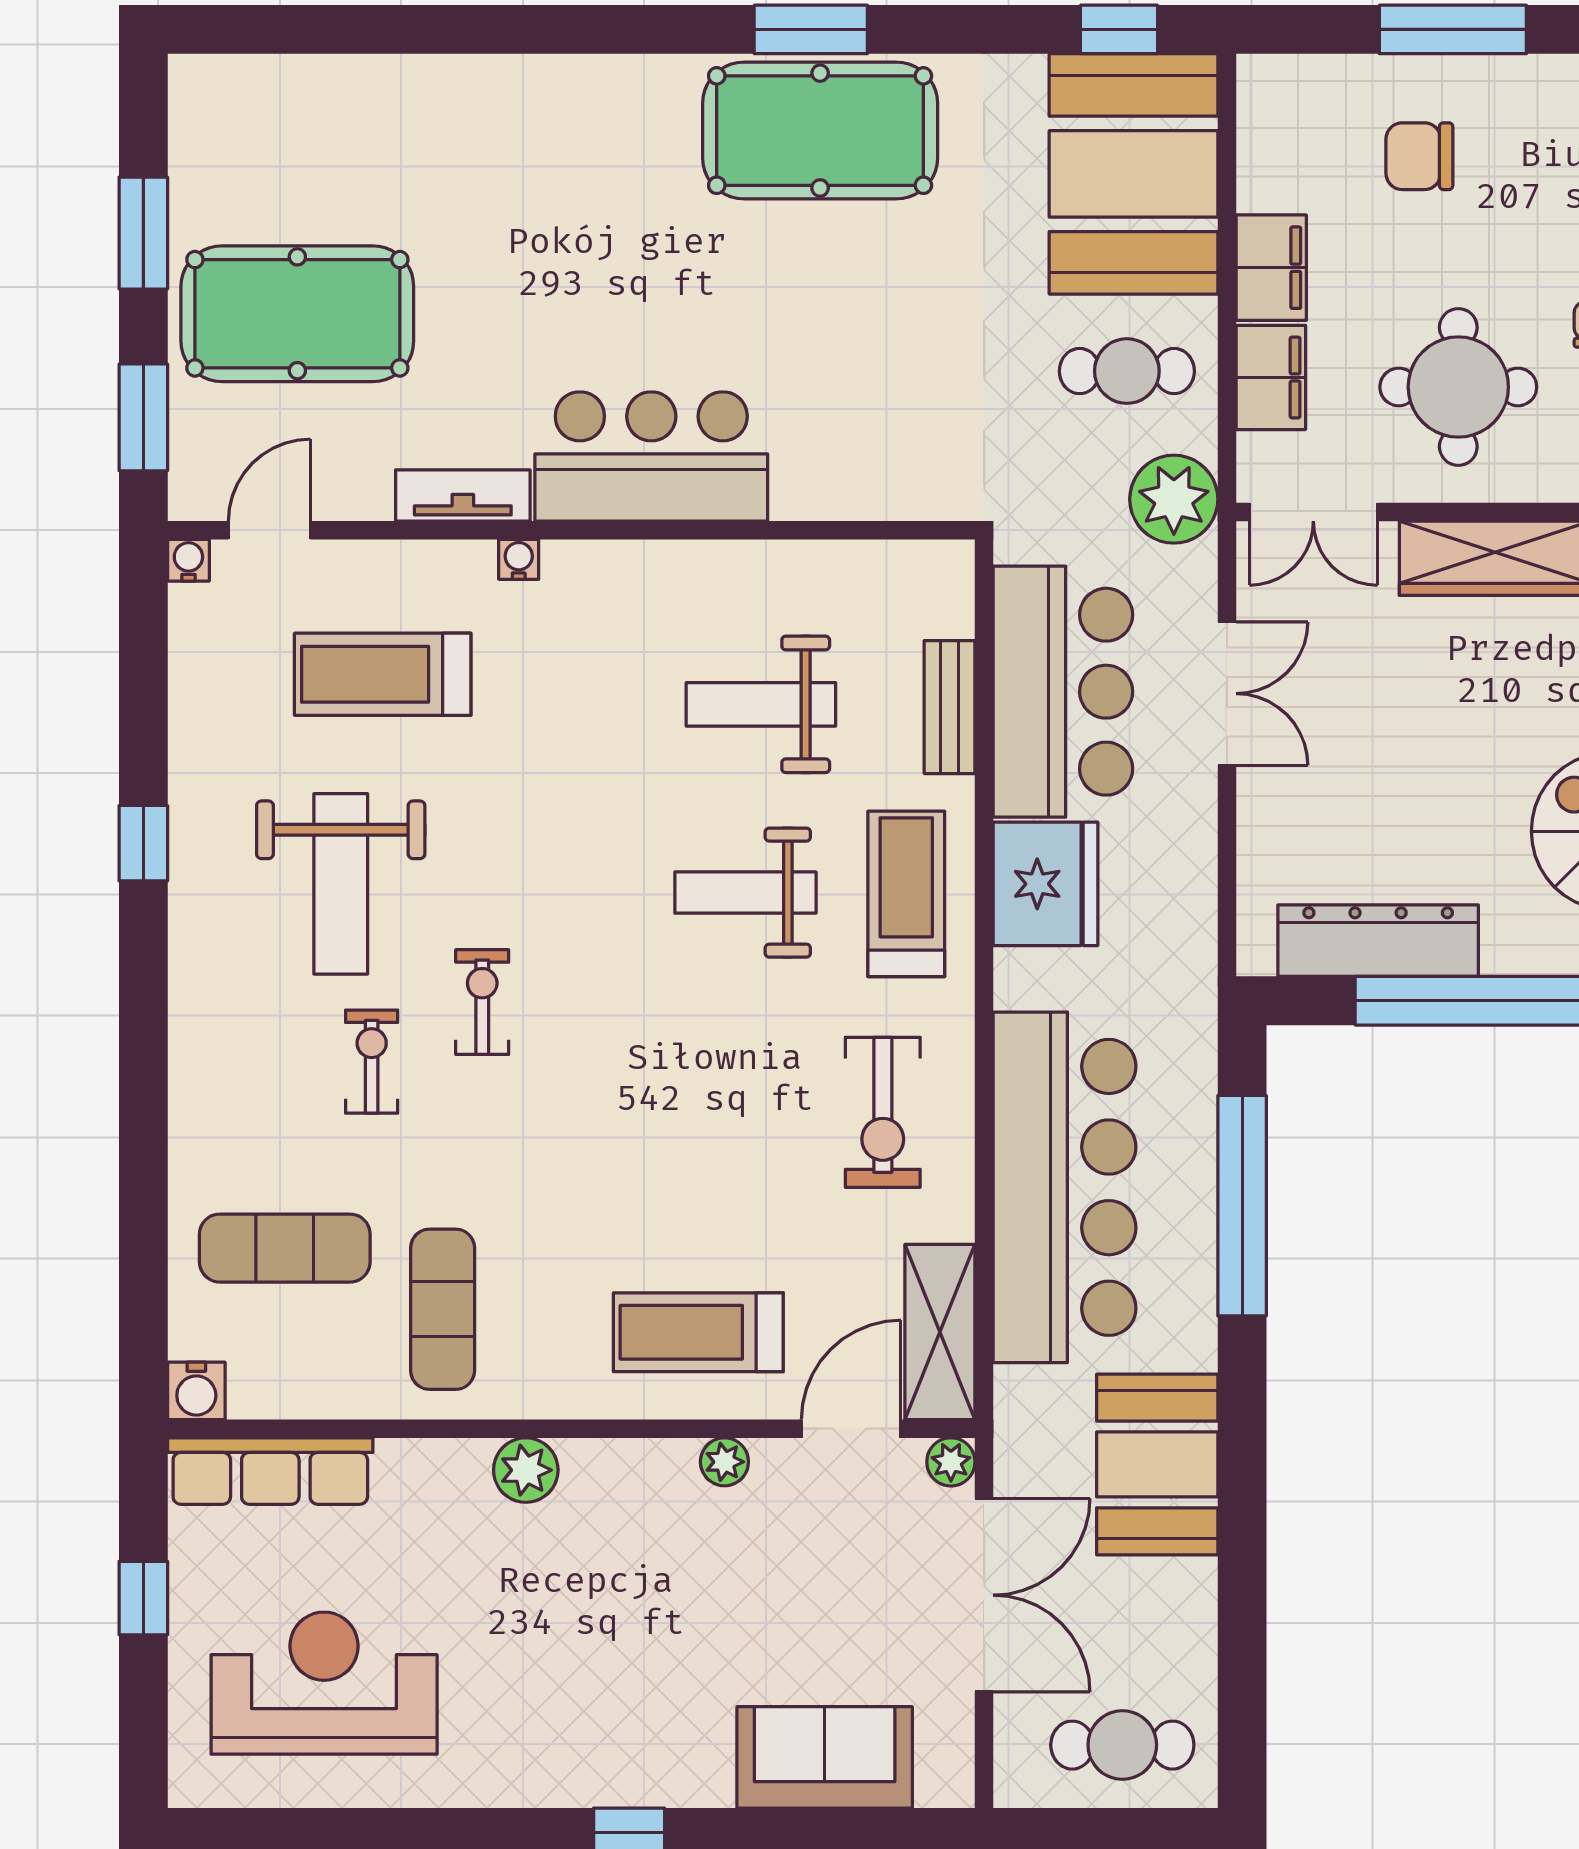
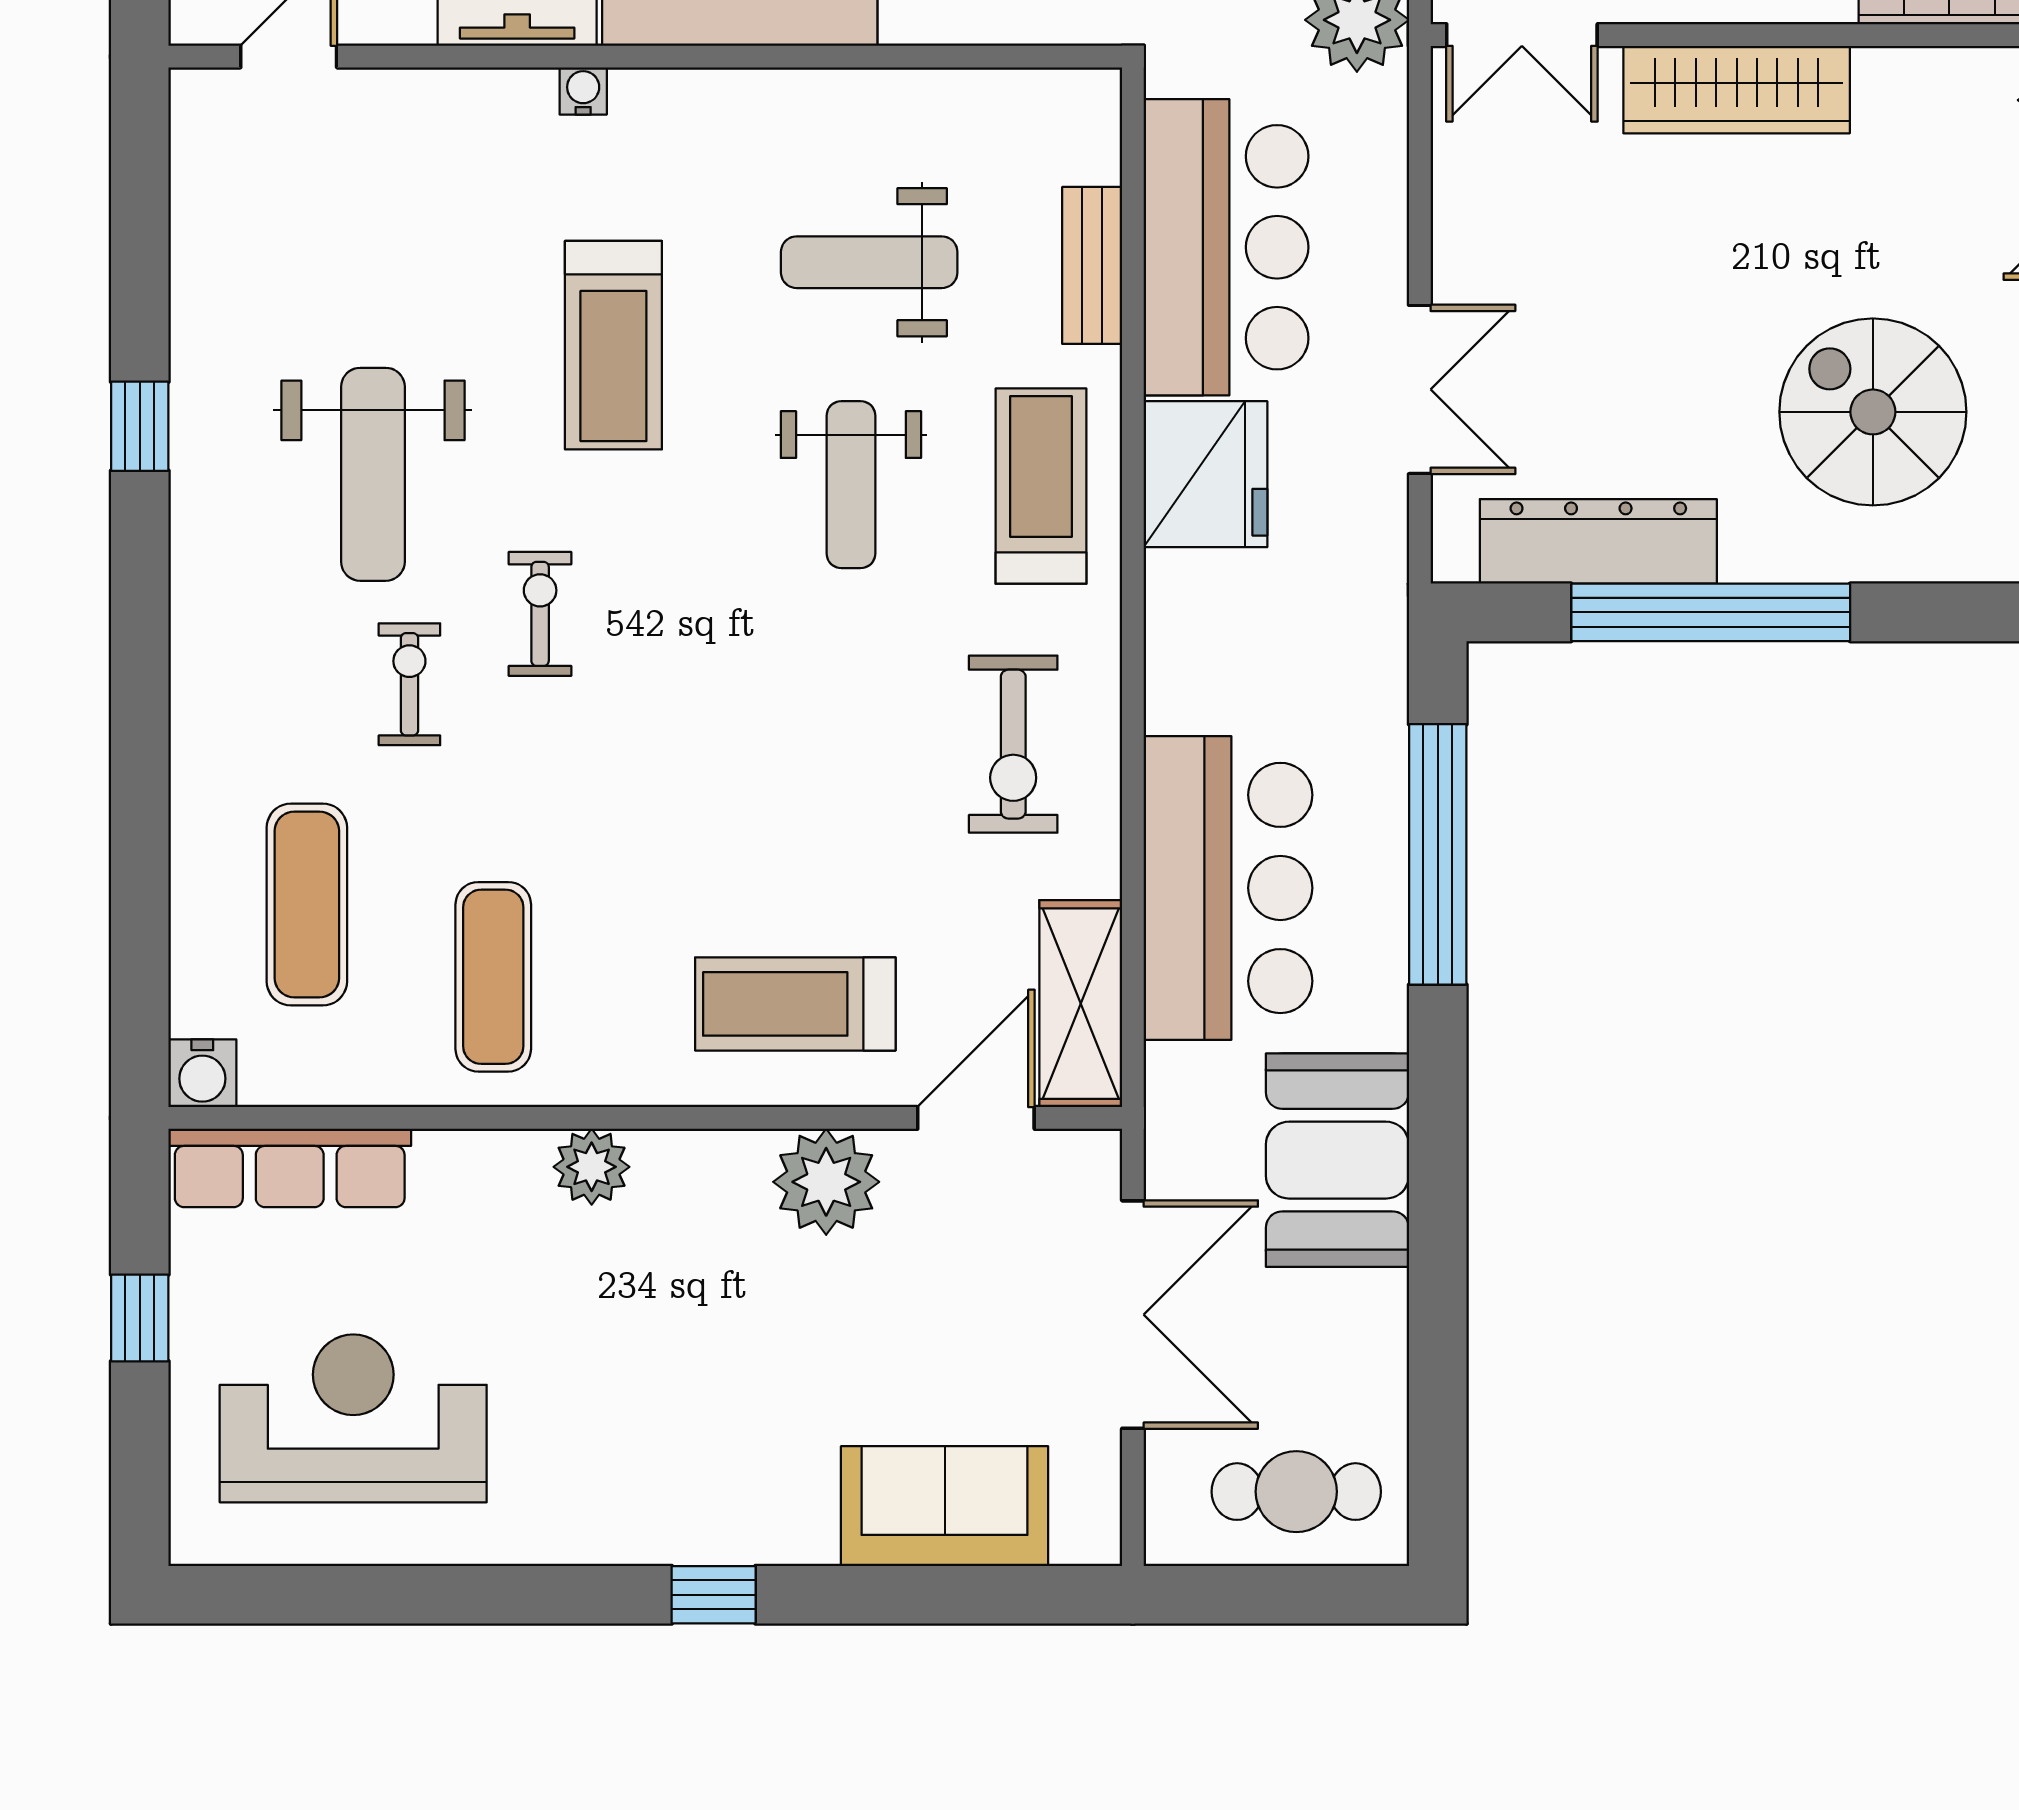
water cooler: (188, 560) -> (193, 92), removed
treadmill: (383, 674) -> (613, 345), moved, turned -90
double door: (1227, 694) -> (1420, 389), moved
weight bench: (745, 893) -> (851, 485), turned -90
bar counter: (1065, 1187) -> (1228, 888), width x0.73
exercise mat: (285, 1248) -> (307, 904), turned 90
plant: (724, 1462) -> (826, 1182), width x1.88, depth x1.88
plant: (951, 1462) -> (1094, 1157), removed

